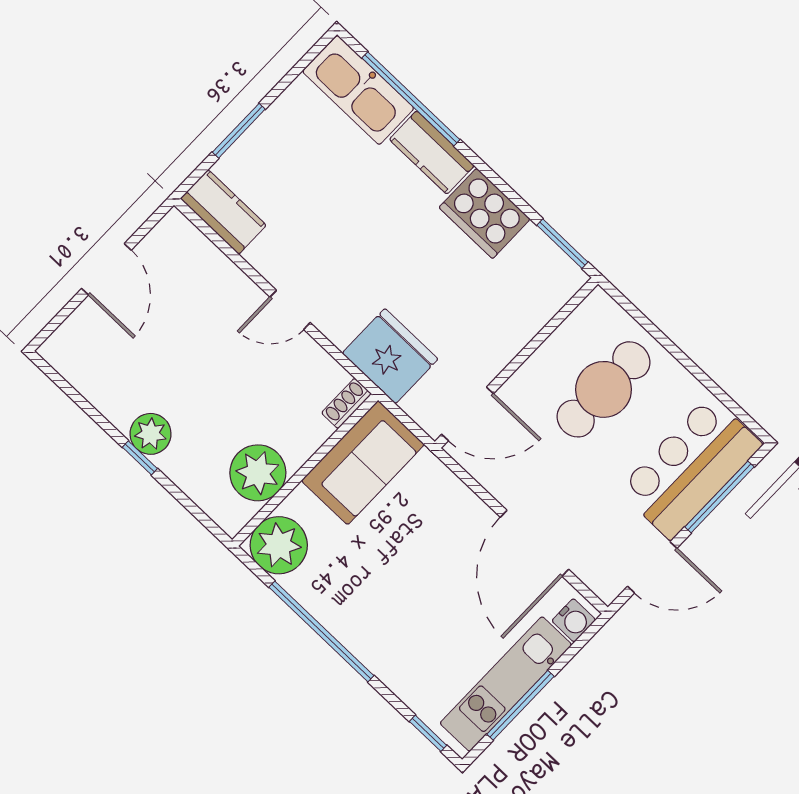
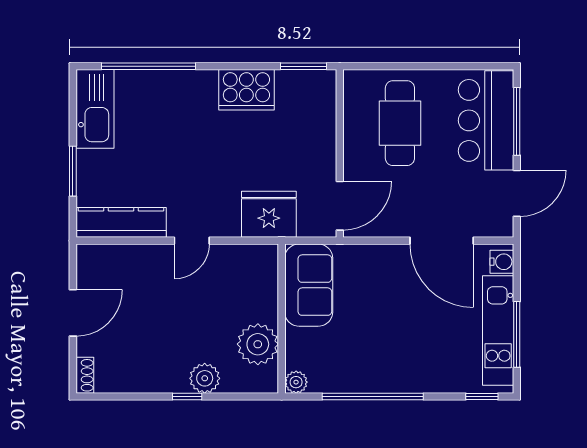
kitchen sink: (358, 90) -> (95, 109), moved, turned -90
kitchen counter: (432, 152) -> (187, 84), removed
kitchen counter: (223, 212) -> (121, 222), width x1.50
door: (106, 269) -> (73, 313), hinge flipped
shoe rack: (346, 403) -> (85, 375), moved, turned 180
plant: (151, 434) -> (205, 378), moved
plant: (279, 545) -> (296, 382), width x0.53, depth x0.53

